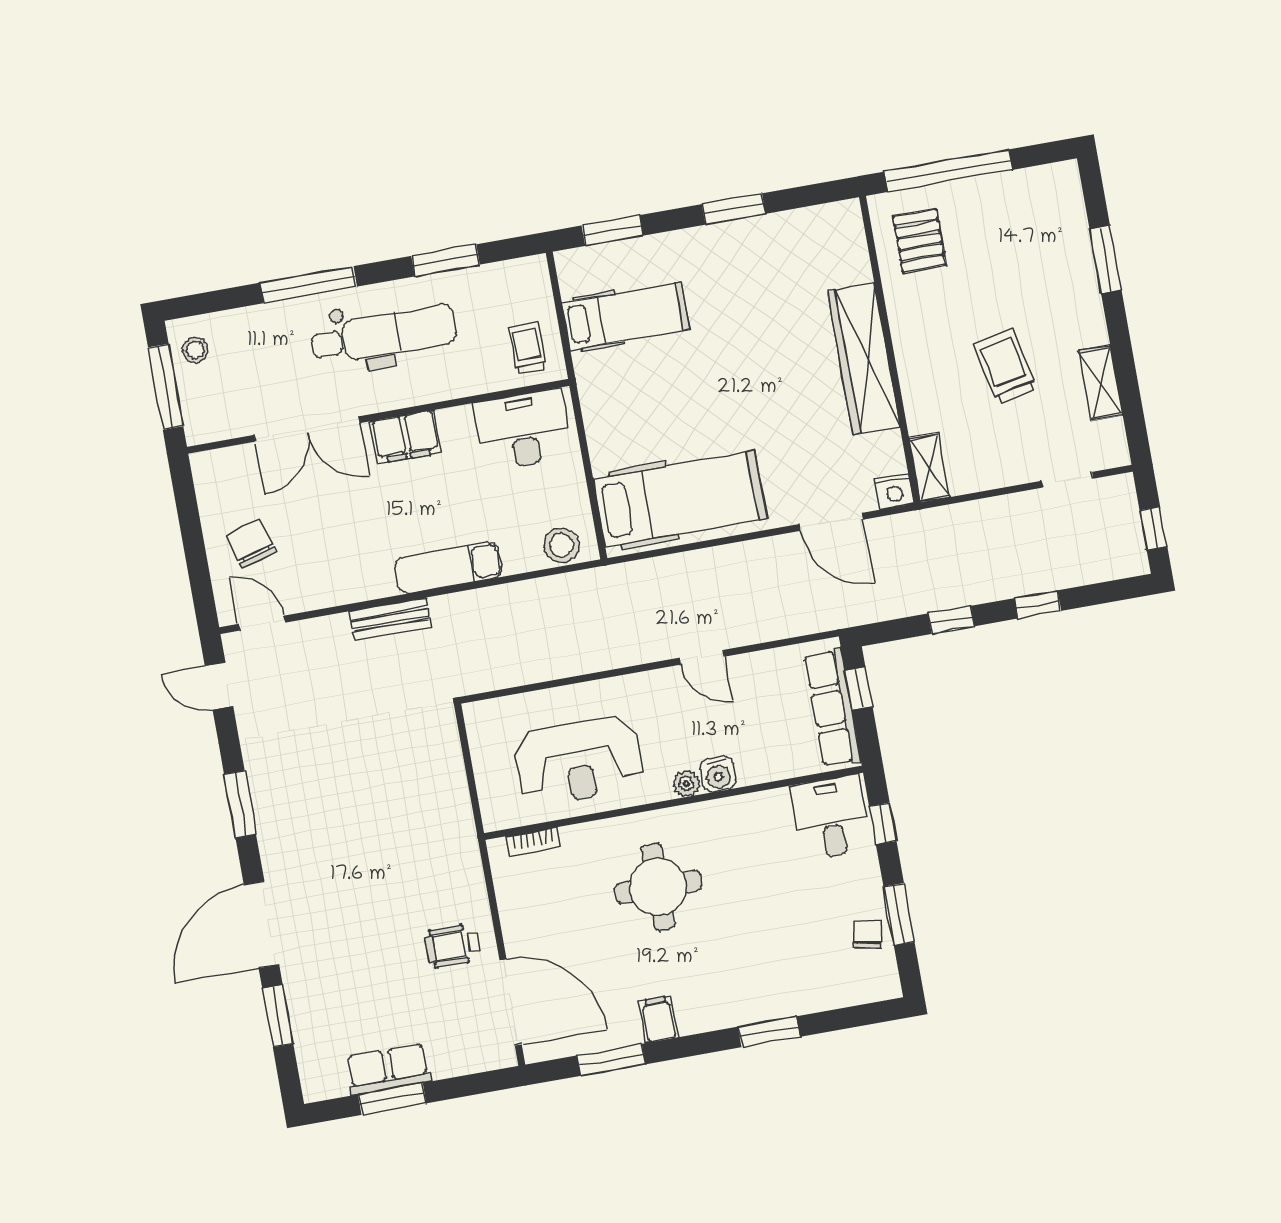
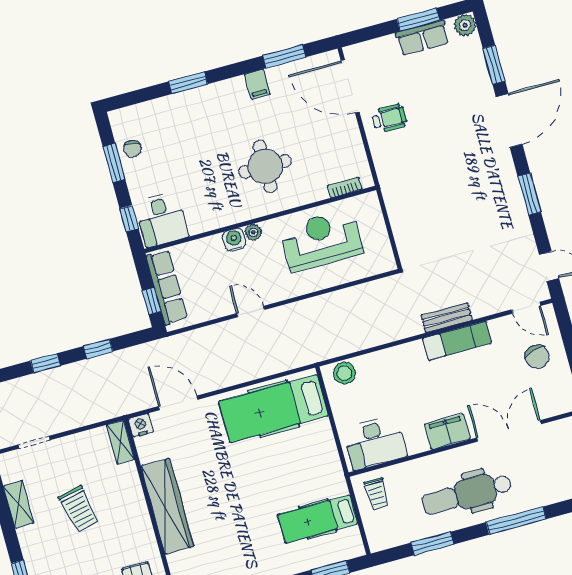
exam couch: (448, 568) -> (457, 341), moved
plant: (318, 1083) -> (465, 25), added

